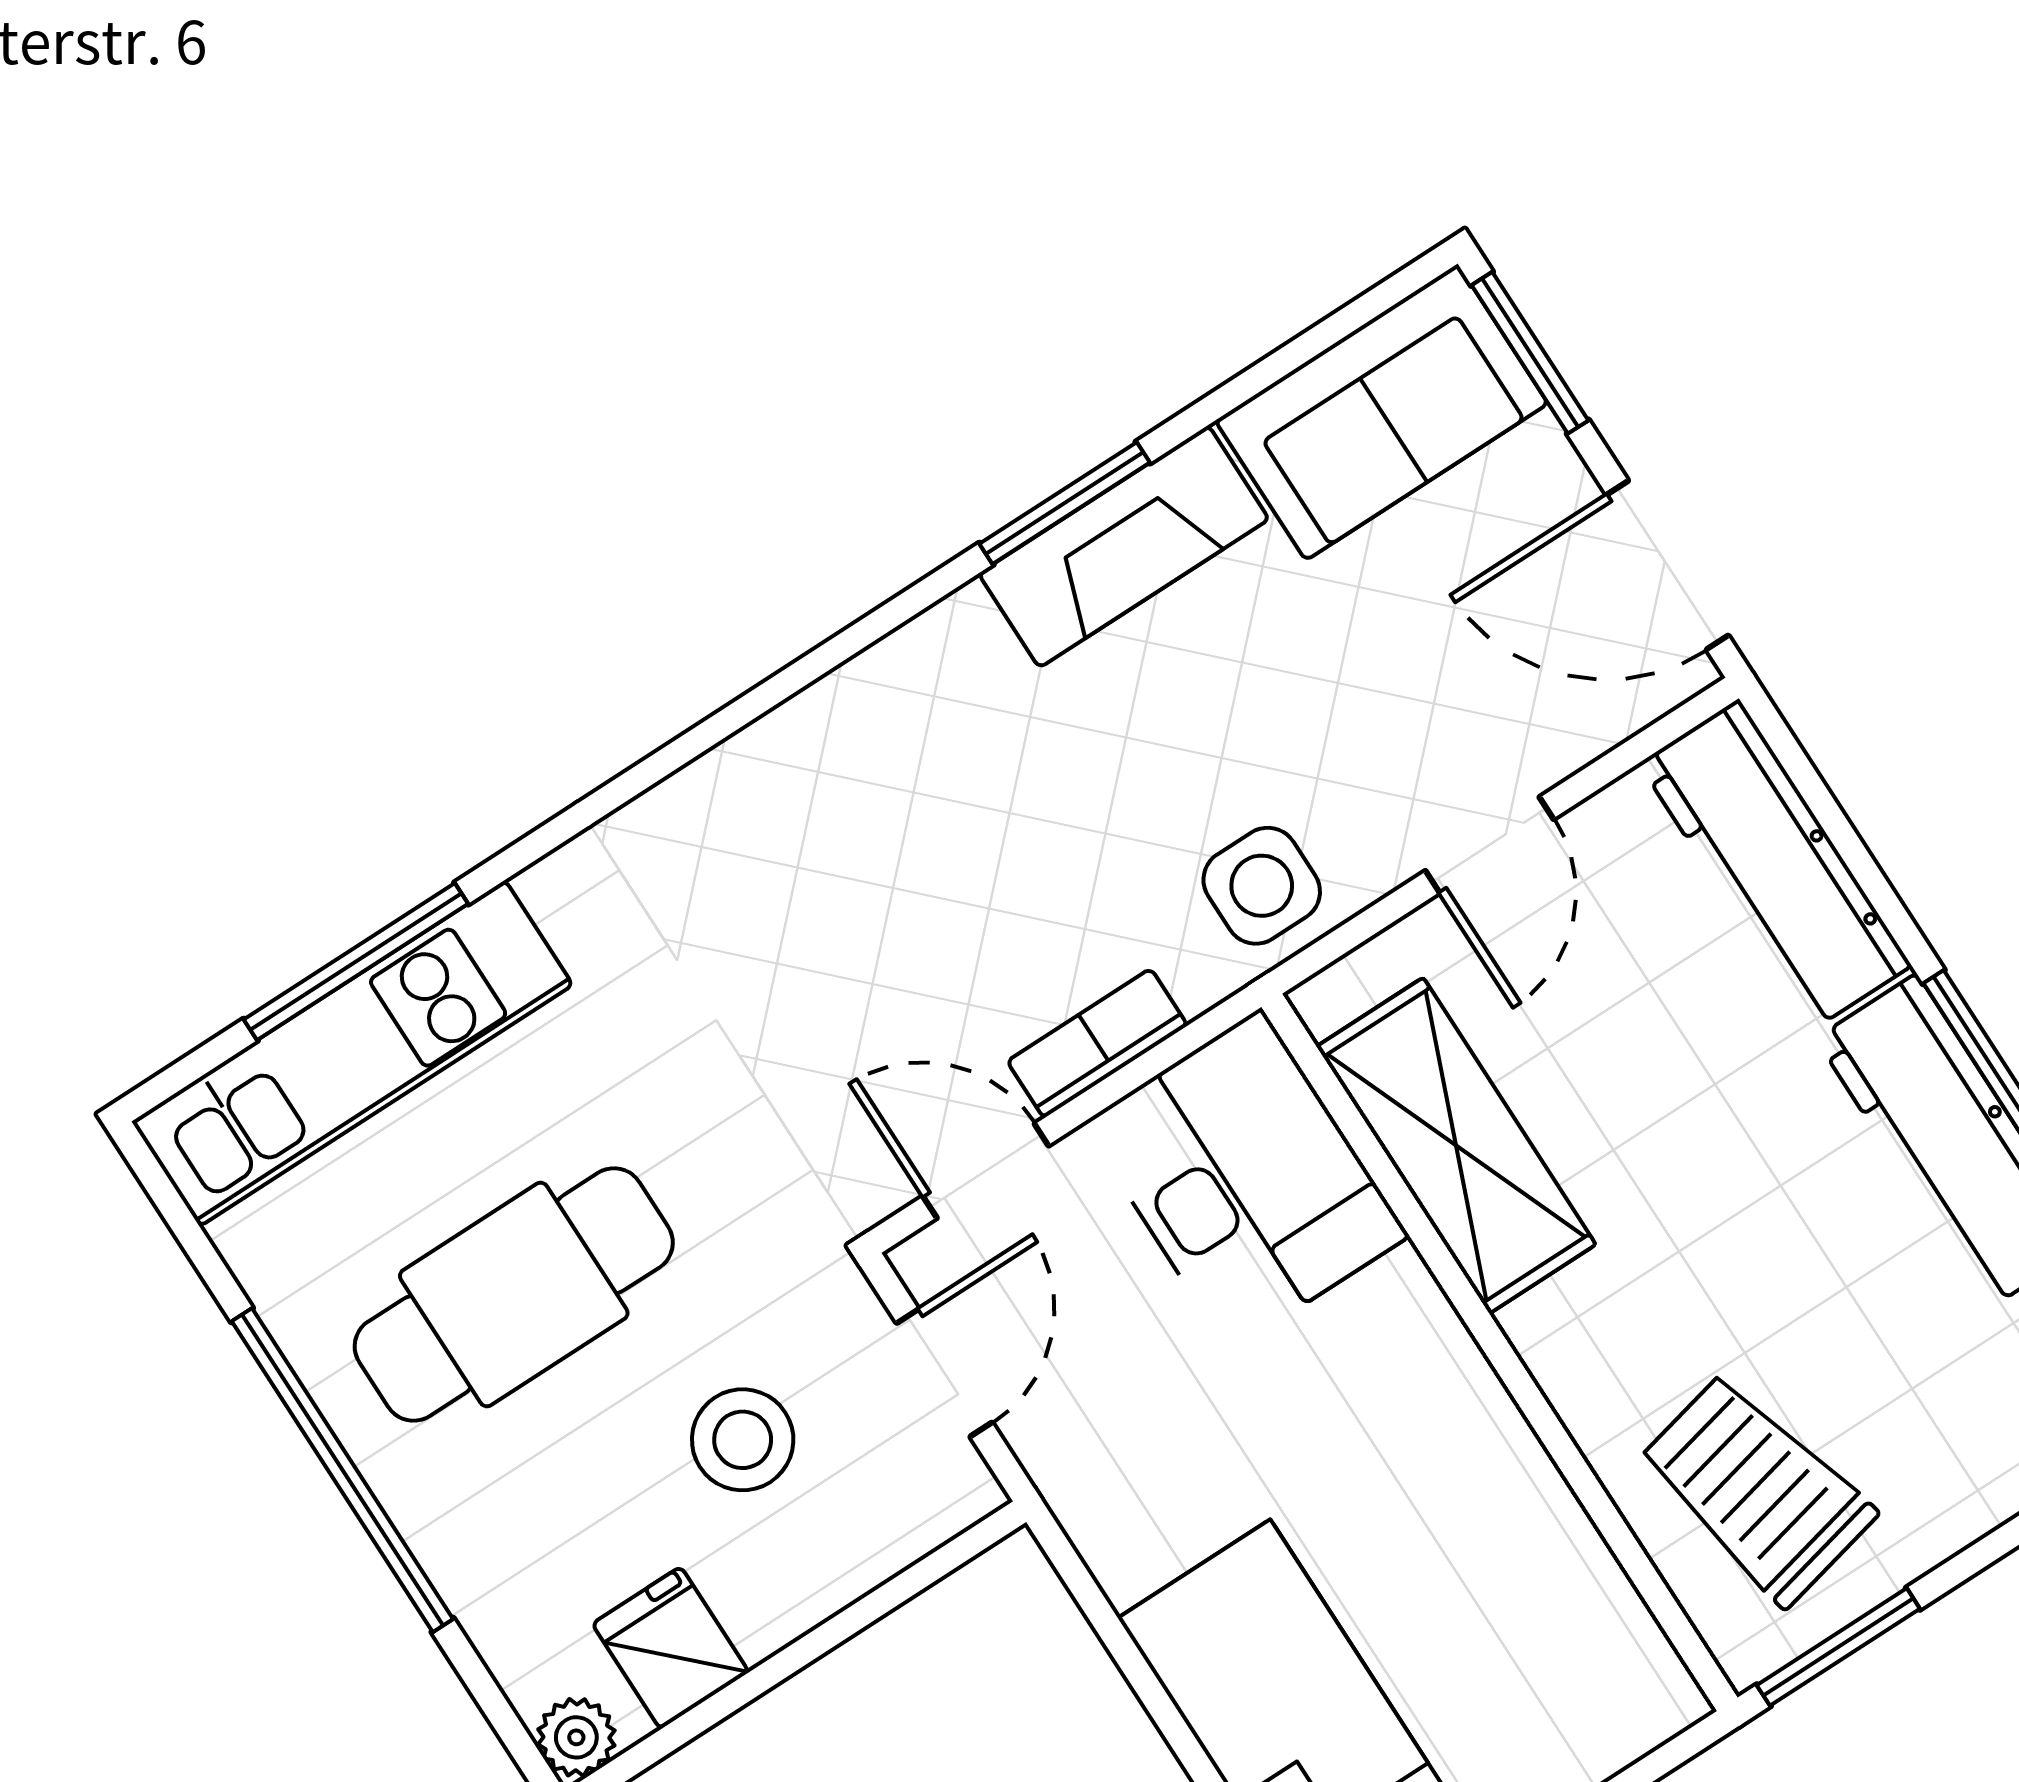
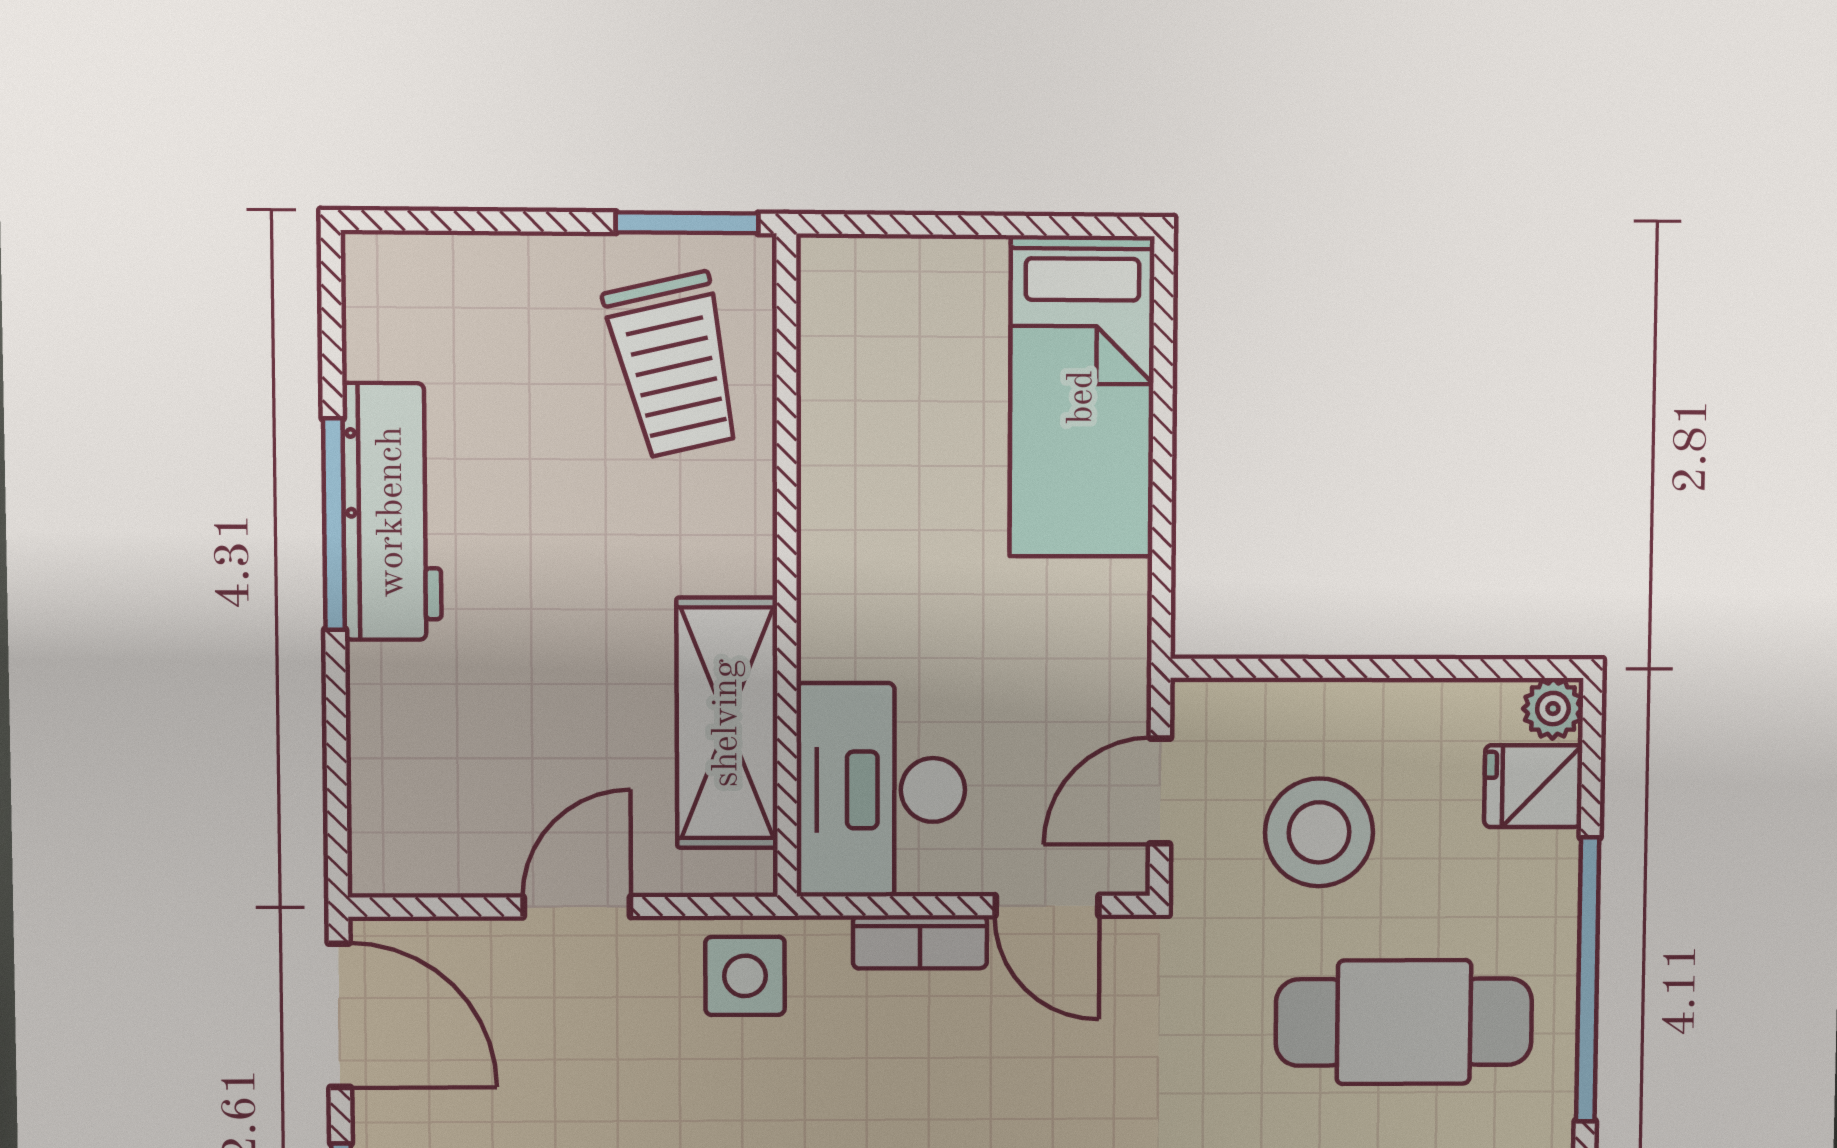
workbench: (1775, 865) -> (394, 772), removed
stool: (743, 1440) -> (1319, 832), width x1.38, depth x1.38
fridge: (671, 1648) -> (1533, 786), moved, turned 90

